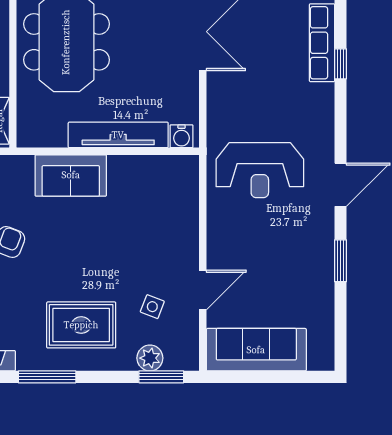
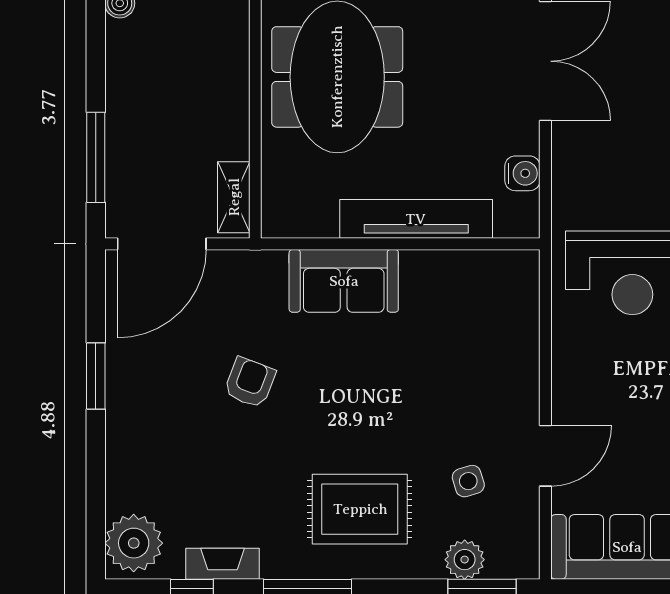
water cooler: (182, 136) -> (522, 173), moved, turned -90
side table: (152, 307) -> (468, 481), turned -38

